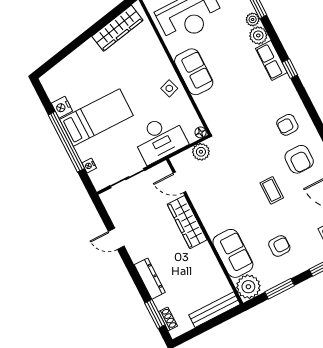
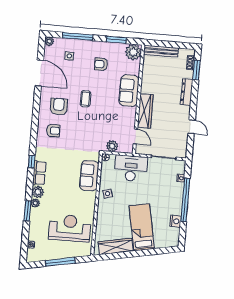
sofa: (194, 72) -> (89, 176), moved
bed: (96, 118) -> (142, 227), moved, turned 79
sofa: (233, 253) -> (129, 91), moved

